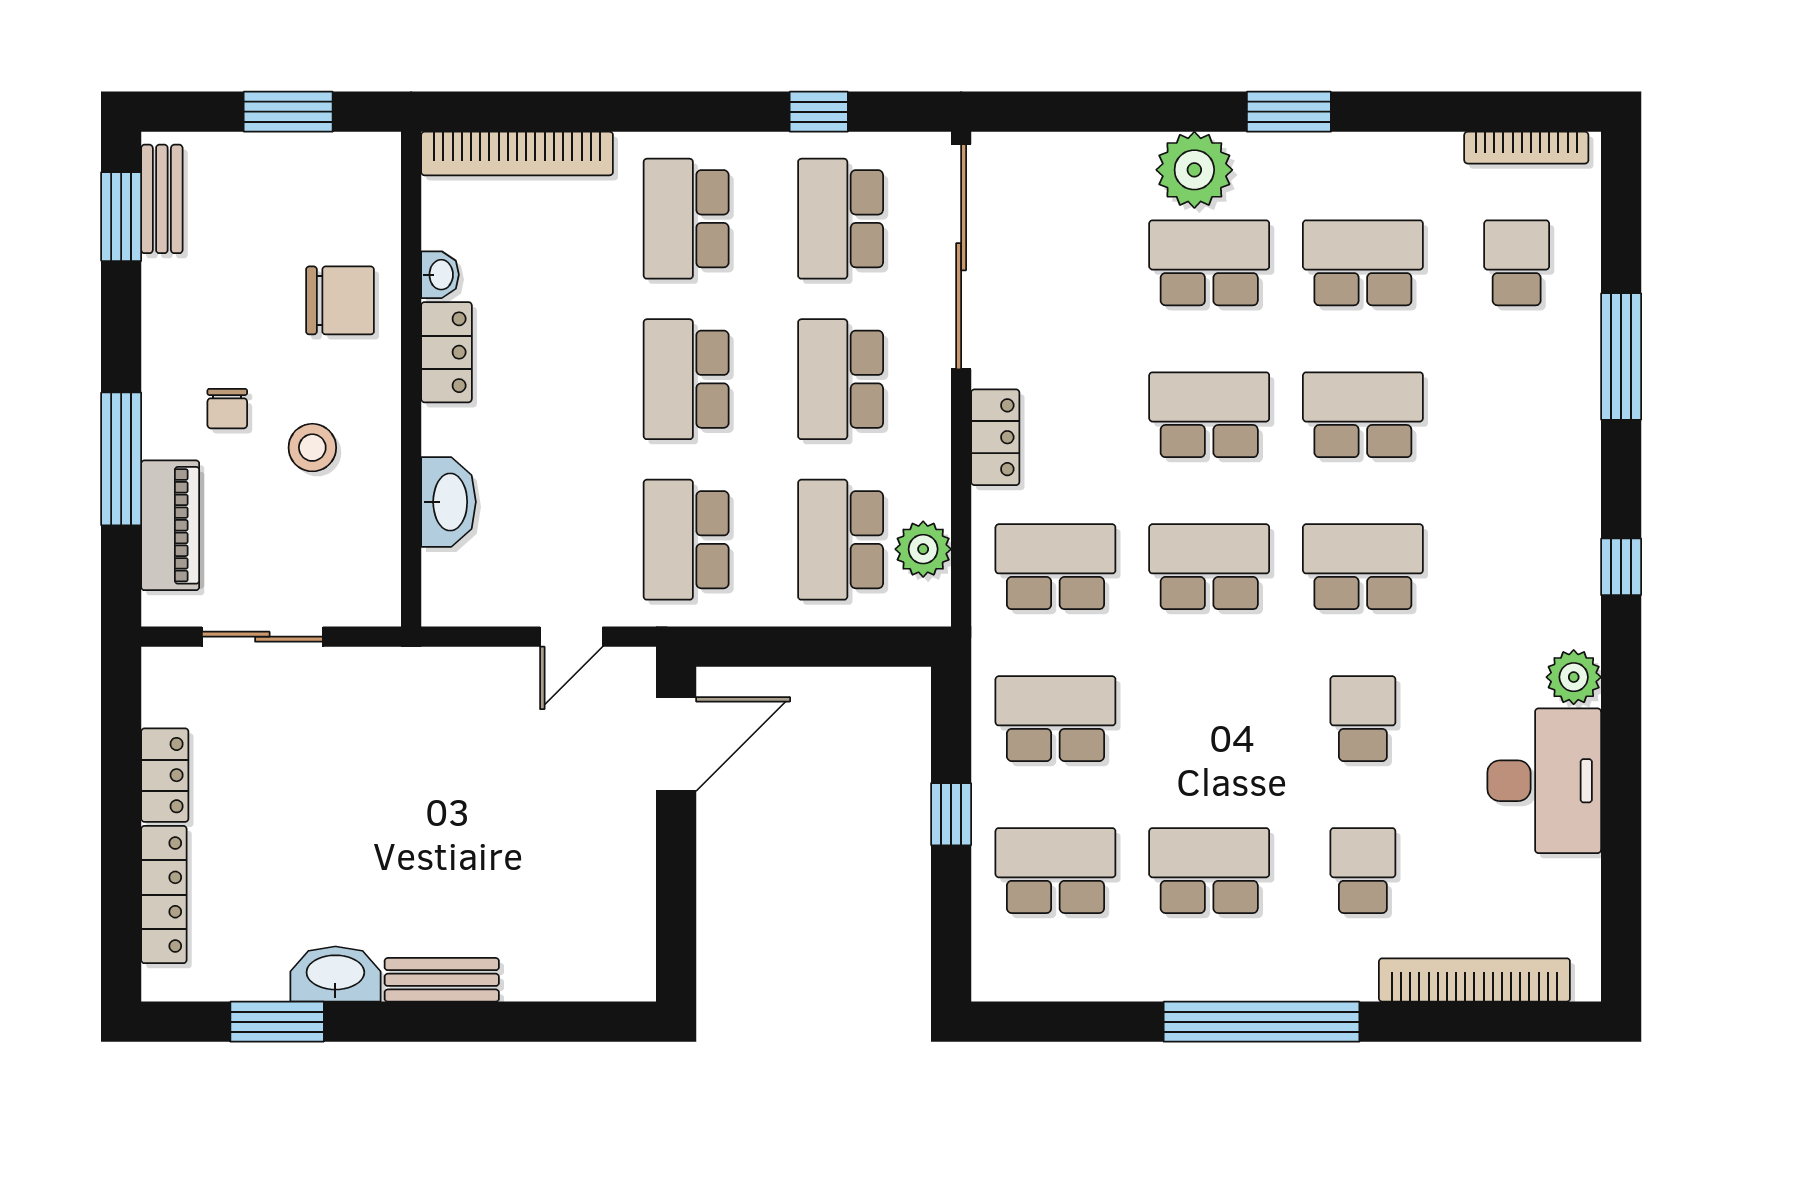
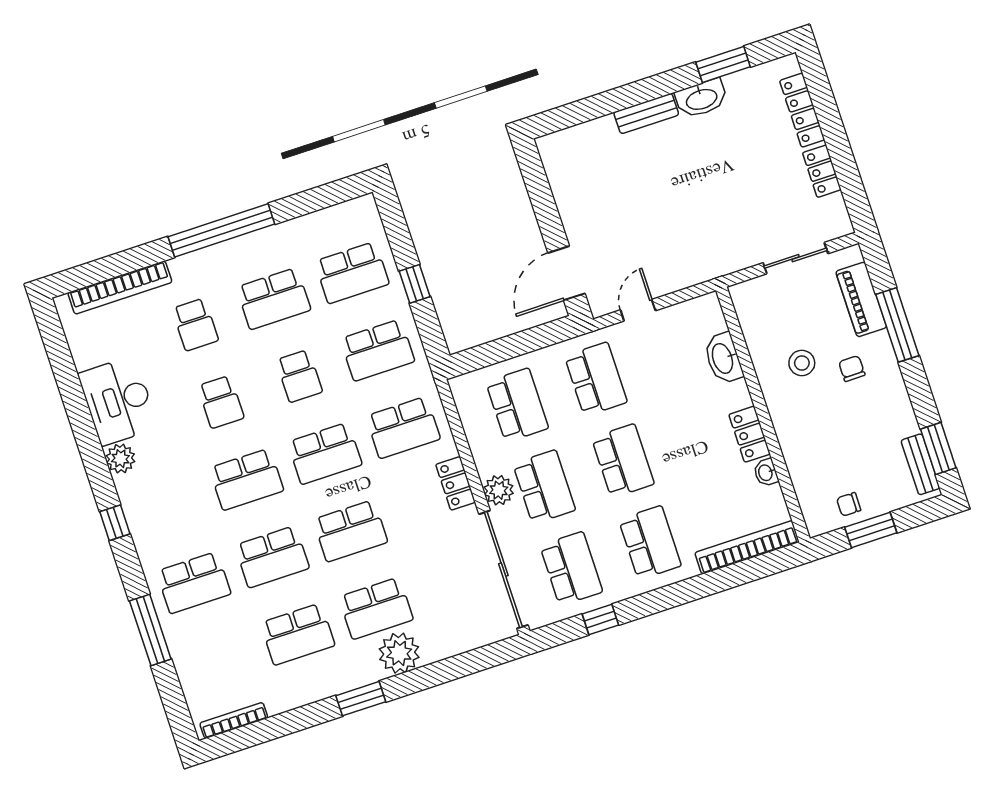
school desk: (1517, 263) -> (194, 583), moved, width x1.85
chair: (340, 300) -> (849, 504), moved, width x0.54, depth x0.54
plant: (923, 549) -> (499, 490), moved
school desk: (1209, 719) -> (299, 376), added

